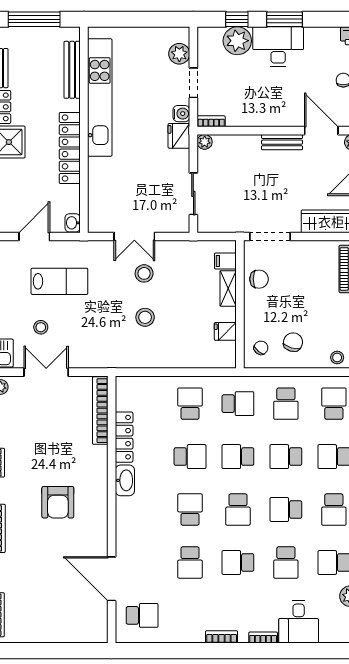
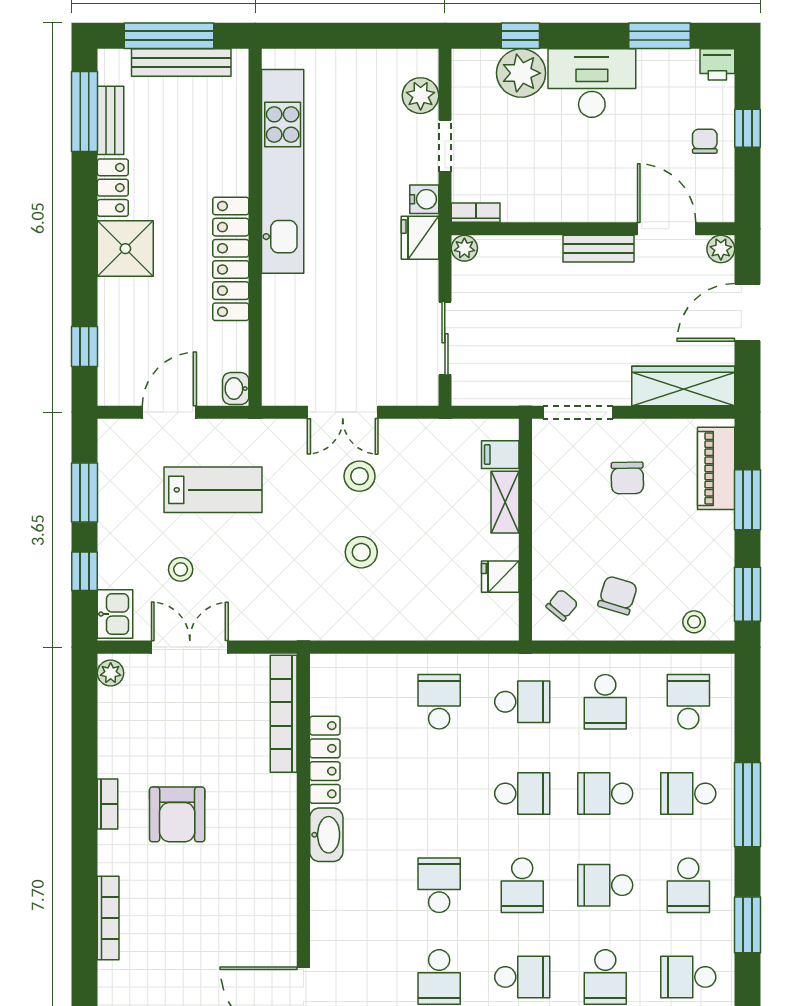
window: (284, 19) -> (659, 36), moved
bench: (72, 70) -> (181, 62), moved, turned 90
chair: (259, 279) -> (627, 478), moved, turned 89
school desk: (190, 457) -> (439, 793), removed
school desk: (238, 457) -> (522, 793), turned 180
armchair: (58, 502) -> (177, 814), moved
school desk: (238, 562) -> (522, 977), turned 180

